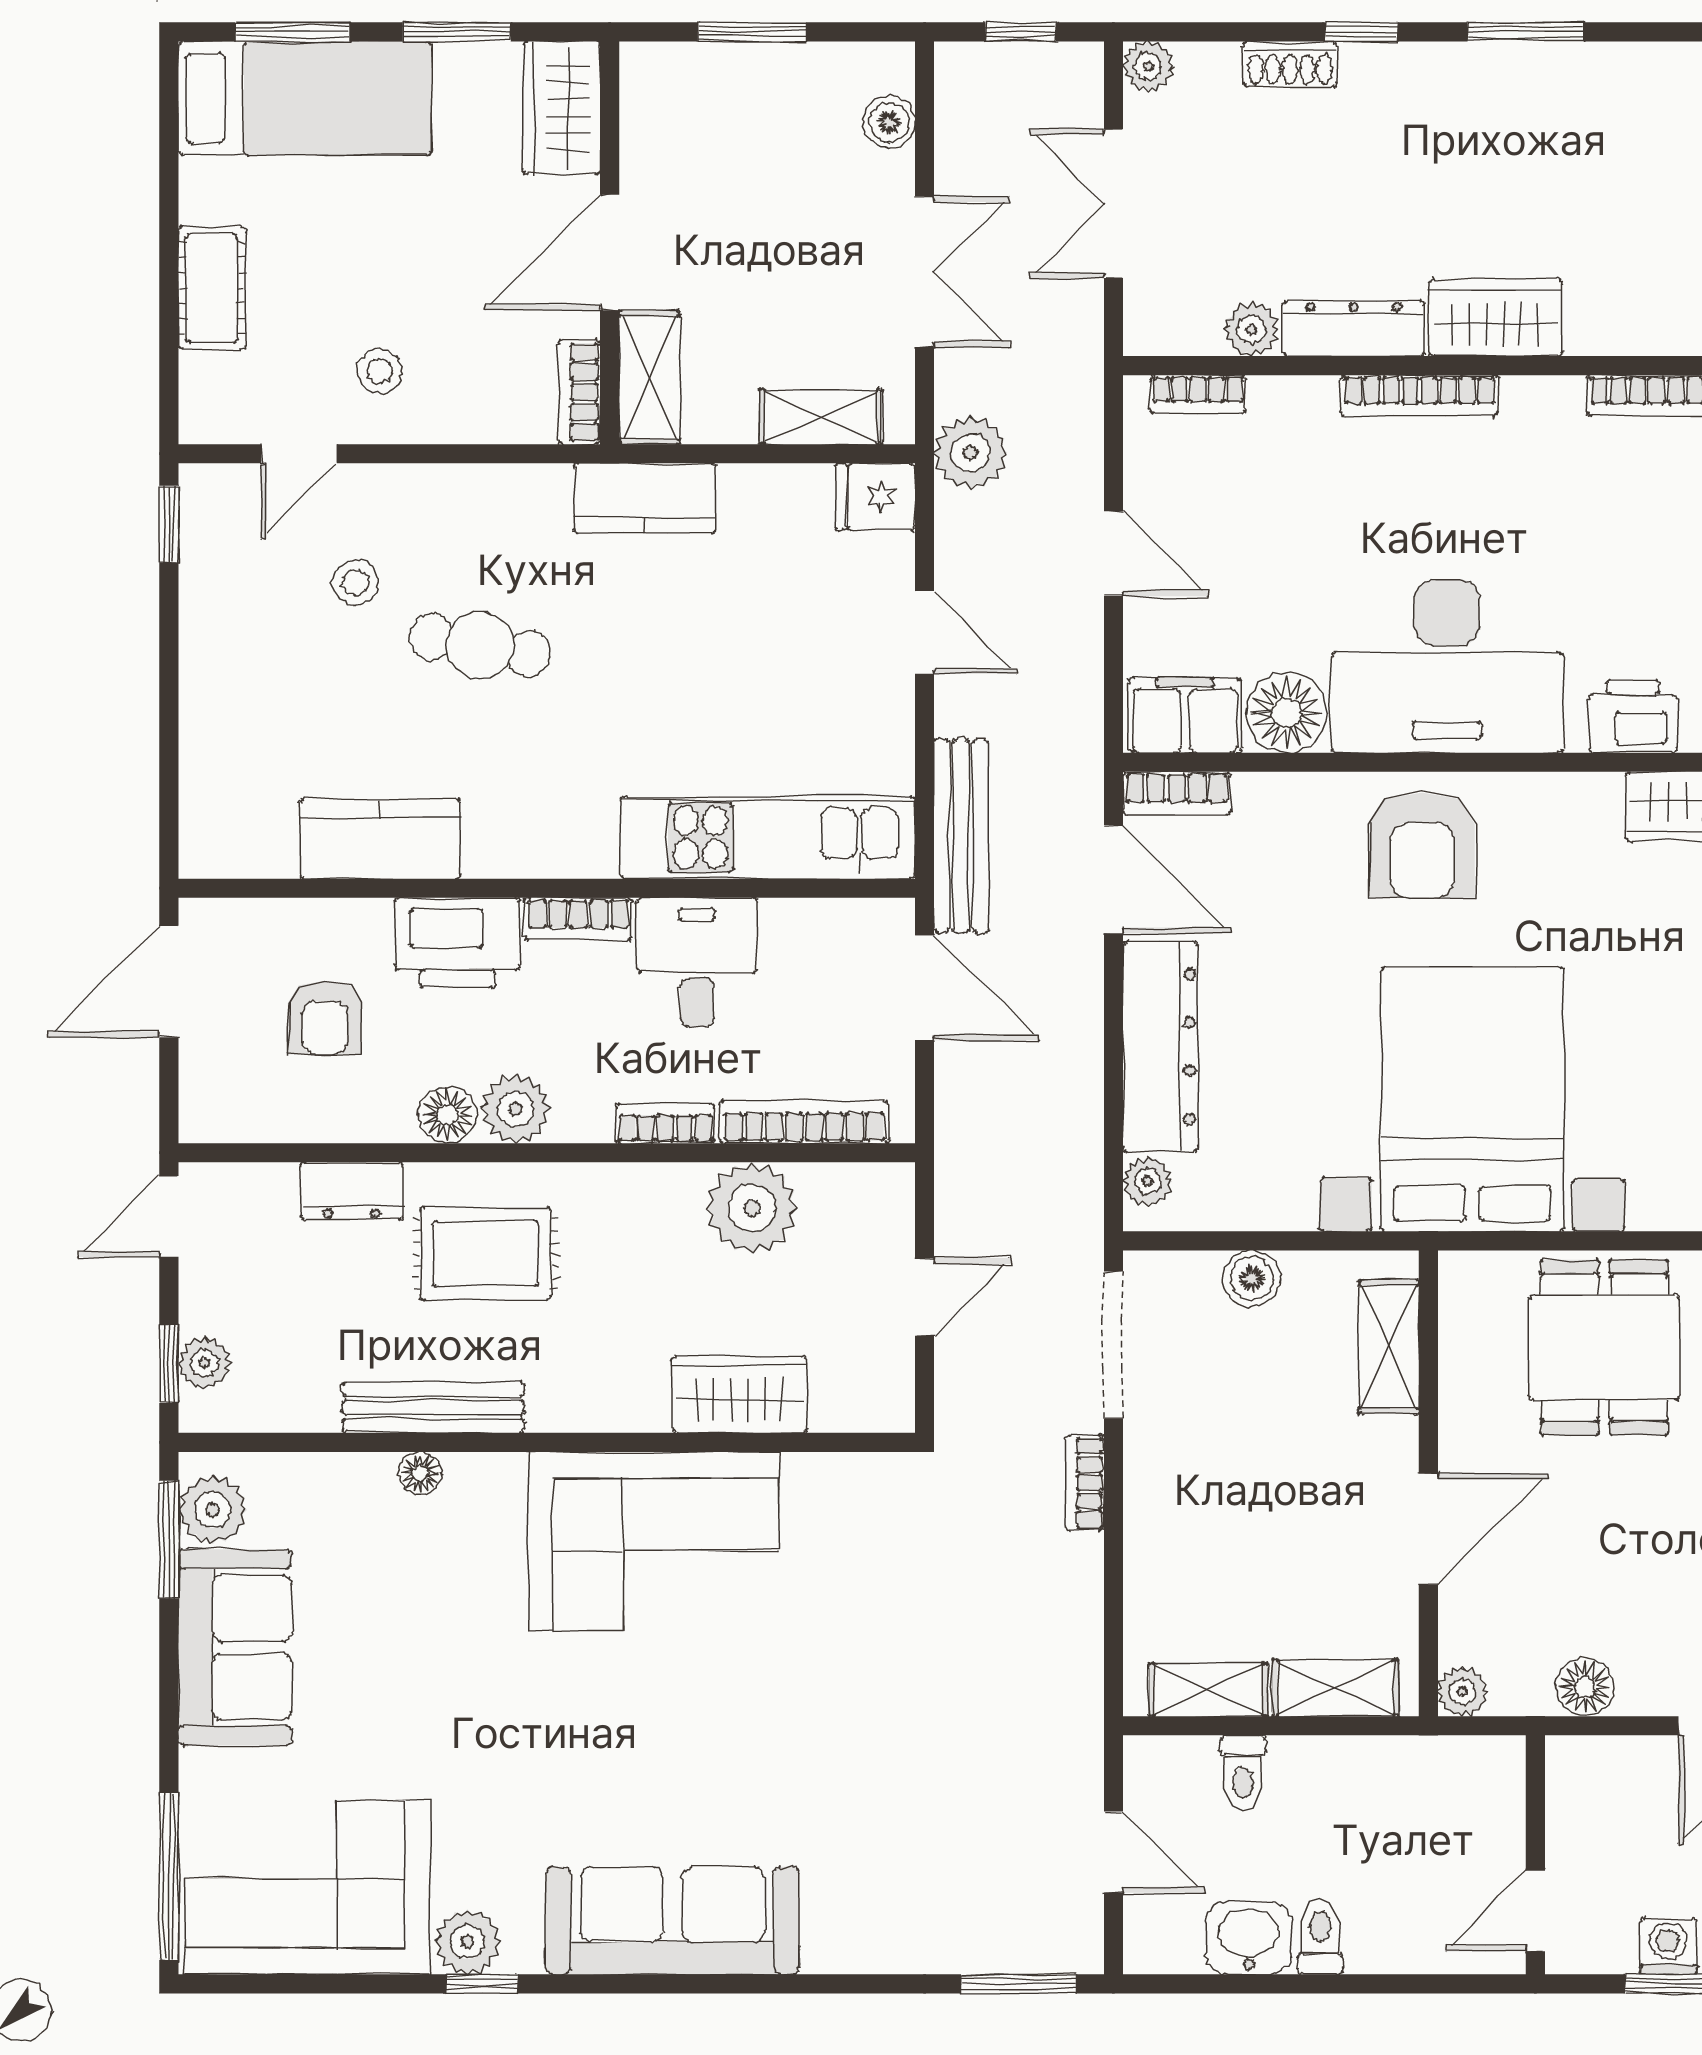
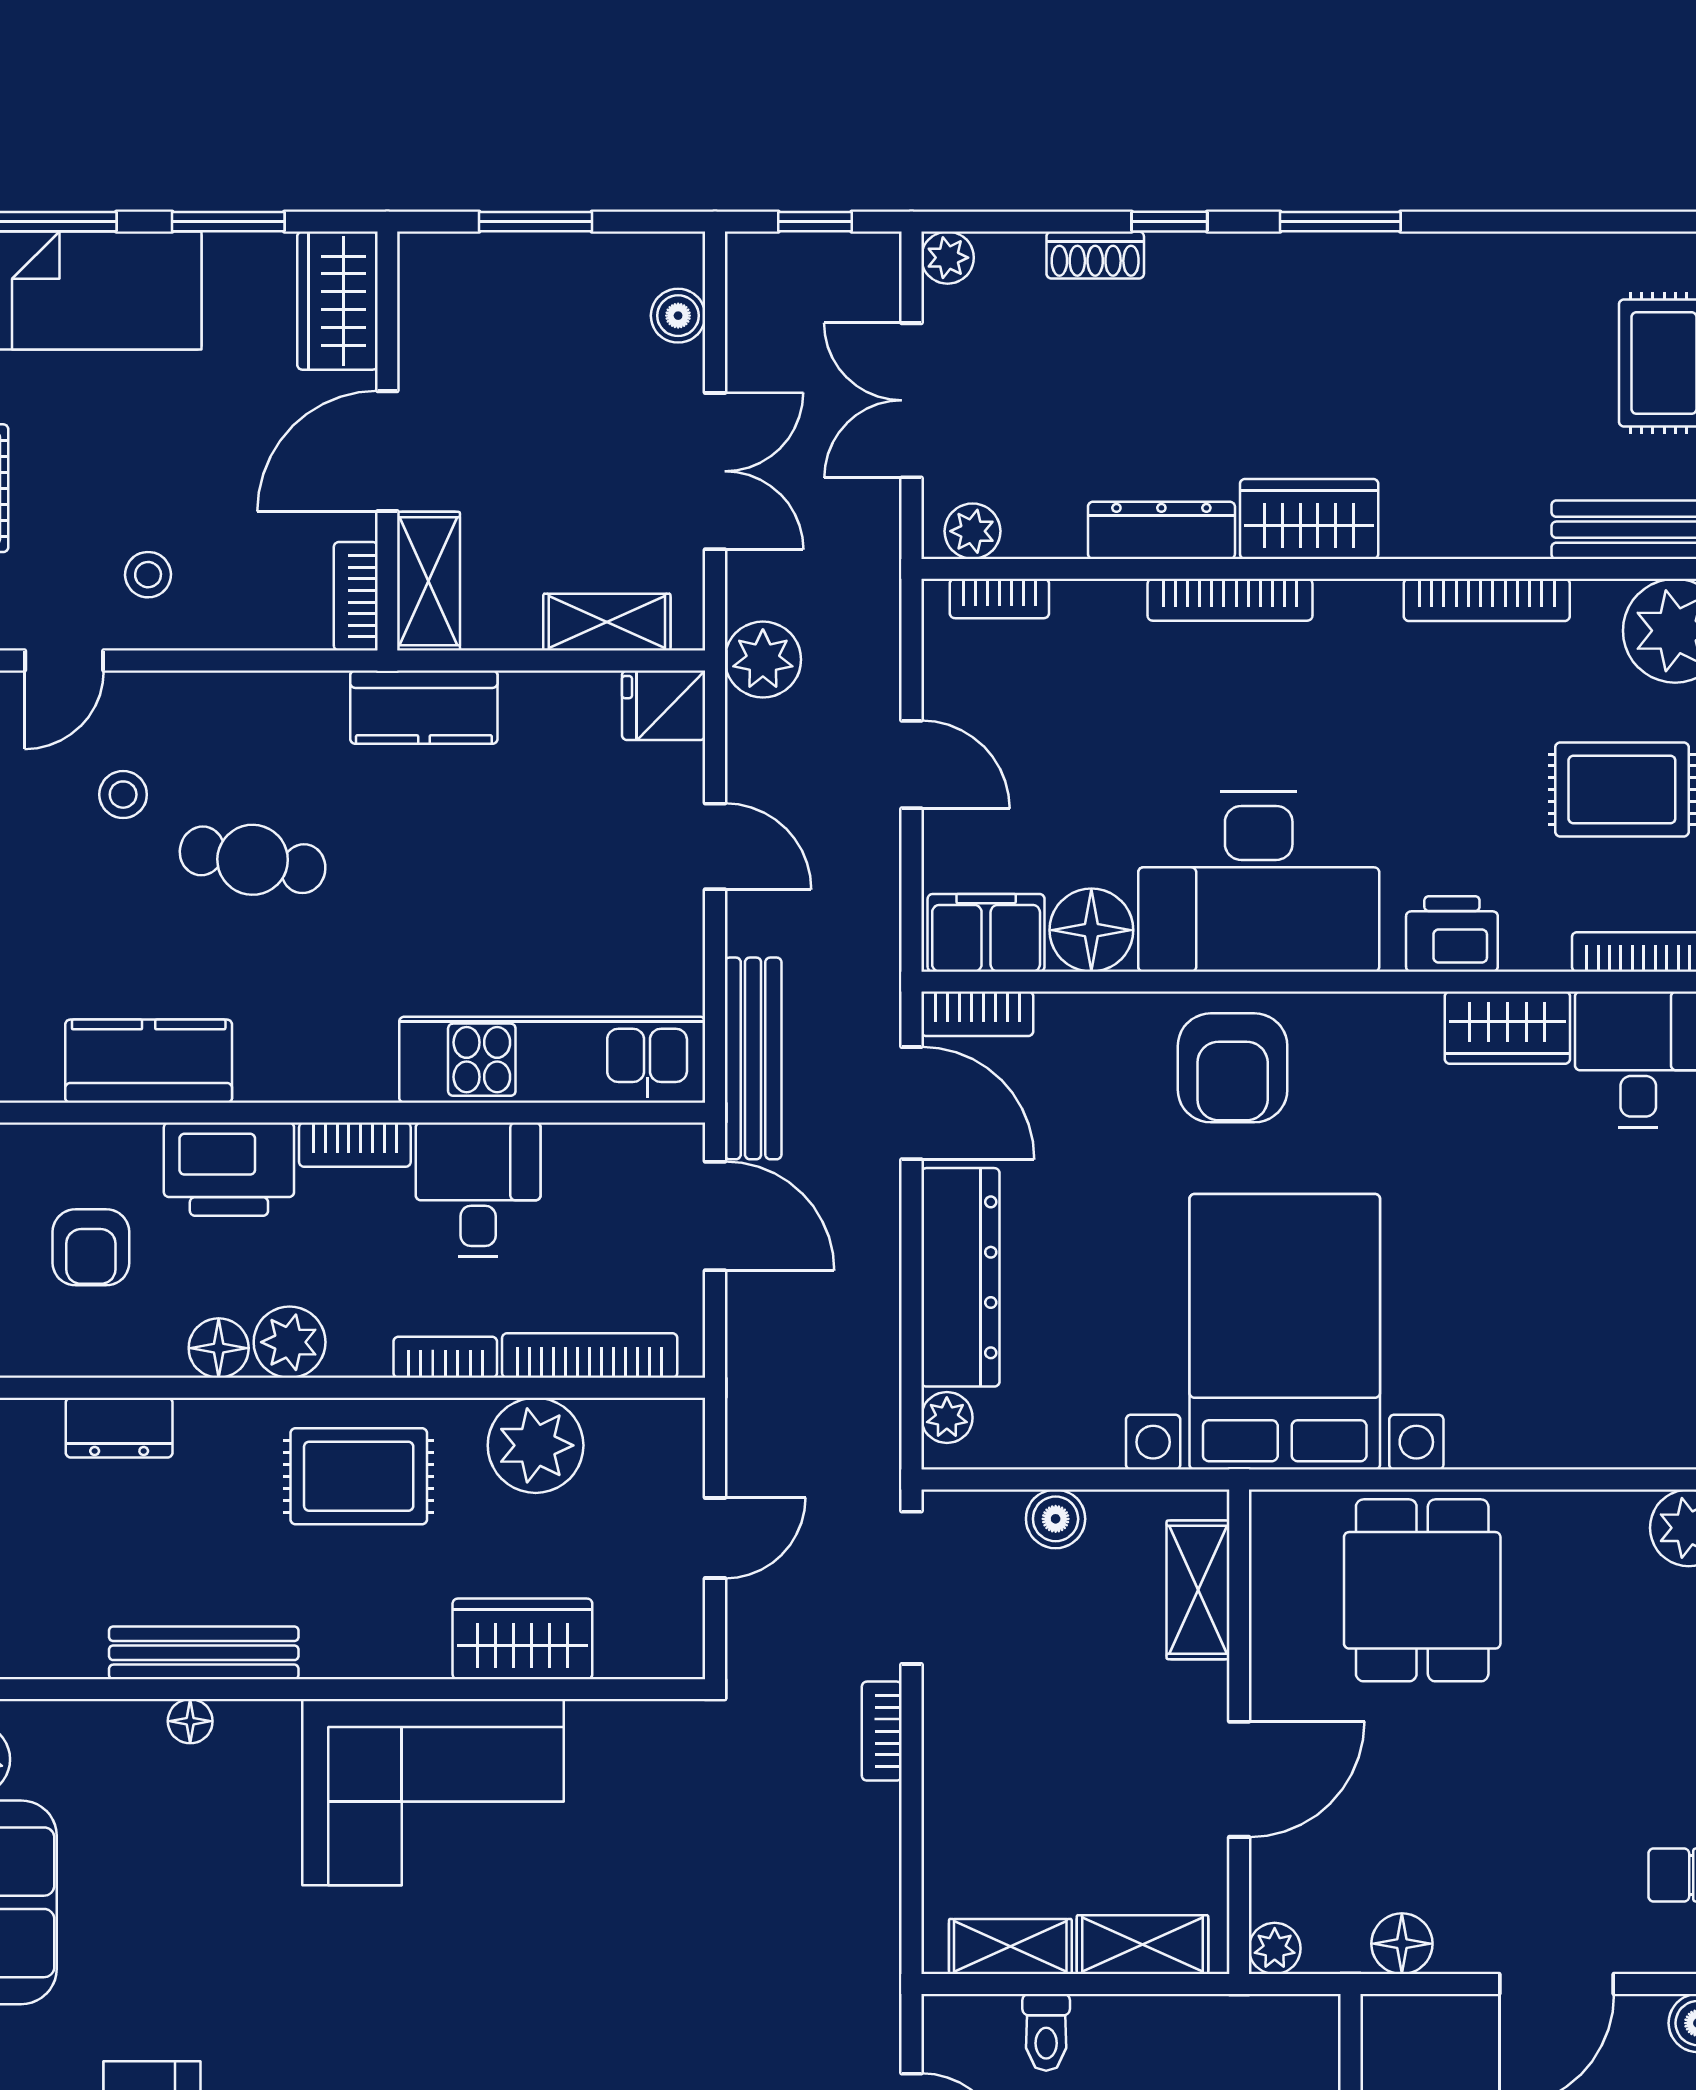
plant: (1251, 329) -> (972, 531), moved
rug: (486, 1254) -> (359, 1476), moved

